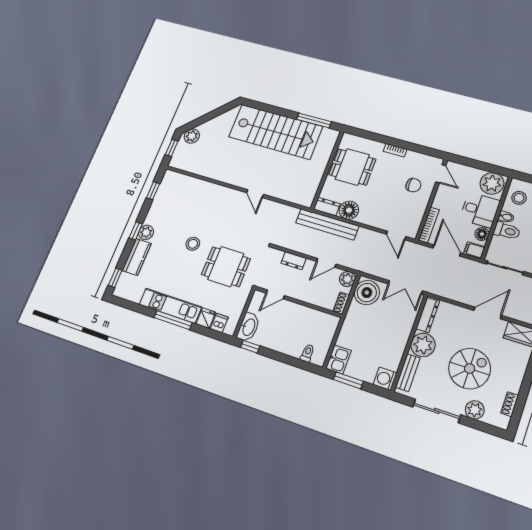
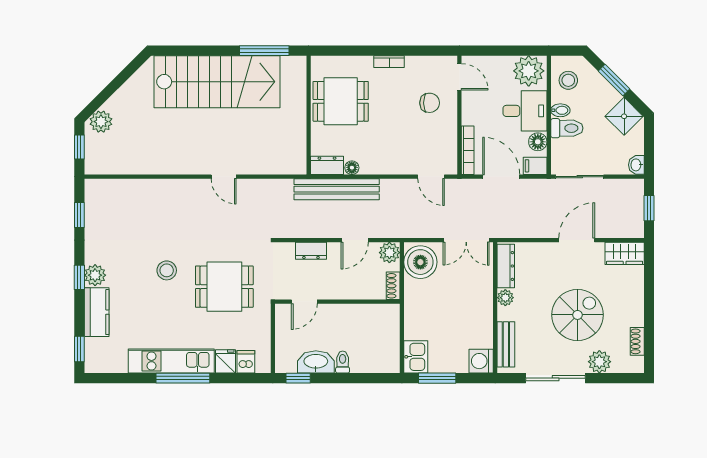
floor lamp: (349, 210) -> (352, 168), width x0.53, depth x0.53
washbasin: (248, 327) -> (316, 362), moved, turned -90
plant: (423, 345) -> (505, 298), width x0.53, depth x0.53
toilet: (307, 353) -> (343, 362), moved

